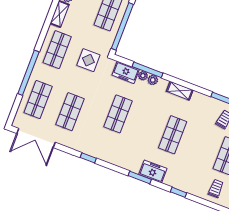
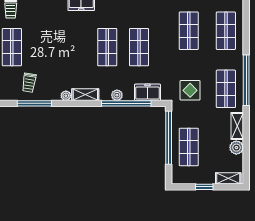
window: (147, 70) -> (126, 103), width x1.46
window: (28, 73) -> (246, 80), moved
plant: (143, 76) -> (66, 96), moved
shop shelf: (173, 135) -> (107, 47), moved

